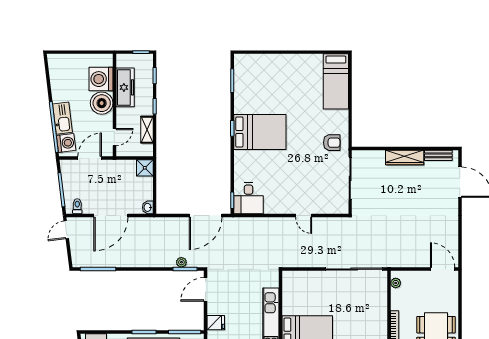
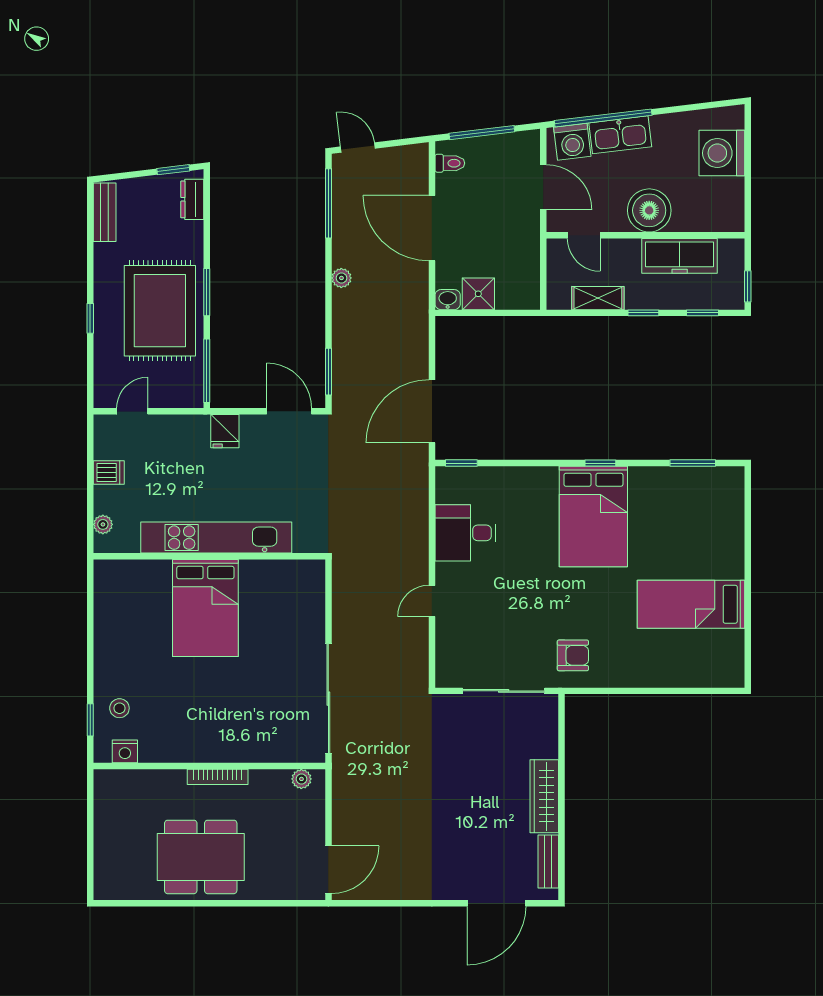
washing machine: (101, 79) -> (722, 153), moved, turned -90
bed: (336, 81) -> (691, 604), moved
armchair: (332, 143) -> (573, 655), turned -90
shower: (145, 168) -> (478, 294), moved
desk: (249, 198) -> (466, 533), moved
door: (206, 215) -> (432, 411), hinge flipped
door: (66, 230) -> (358, 147), moved
plant: (181, 262) -> (341, 278), moved

